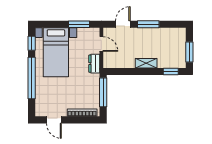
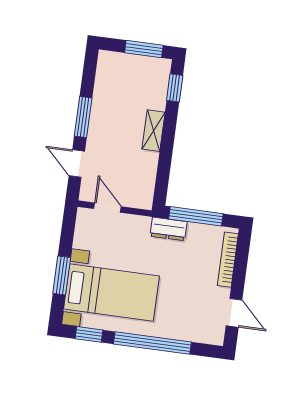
window: (79, 24) -> (62, 275), moved
door: (101, 44) -> (108, 208), hinge flipped
dresser: (94, 64) -> (169, 229), moved
door: (54, 120) -> (234, 313), hinge flipped

